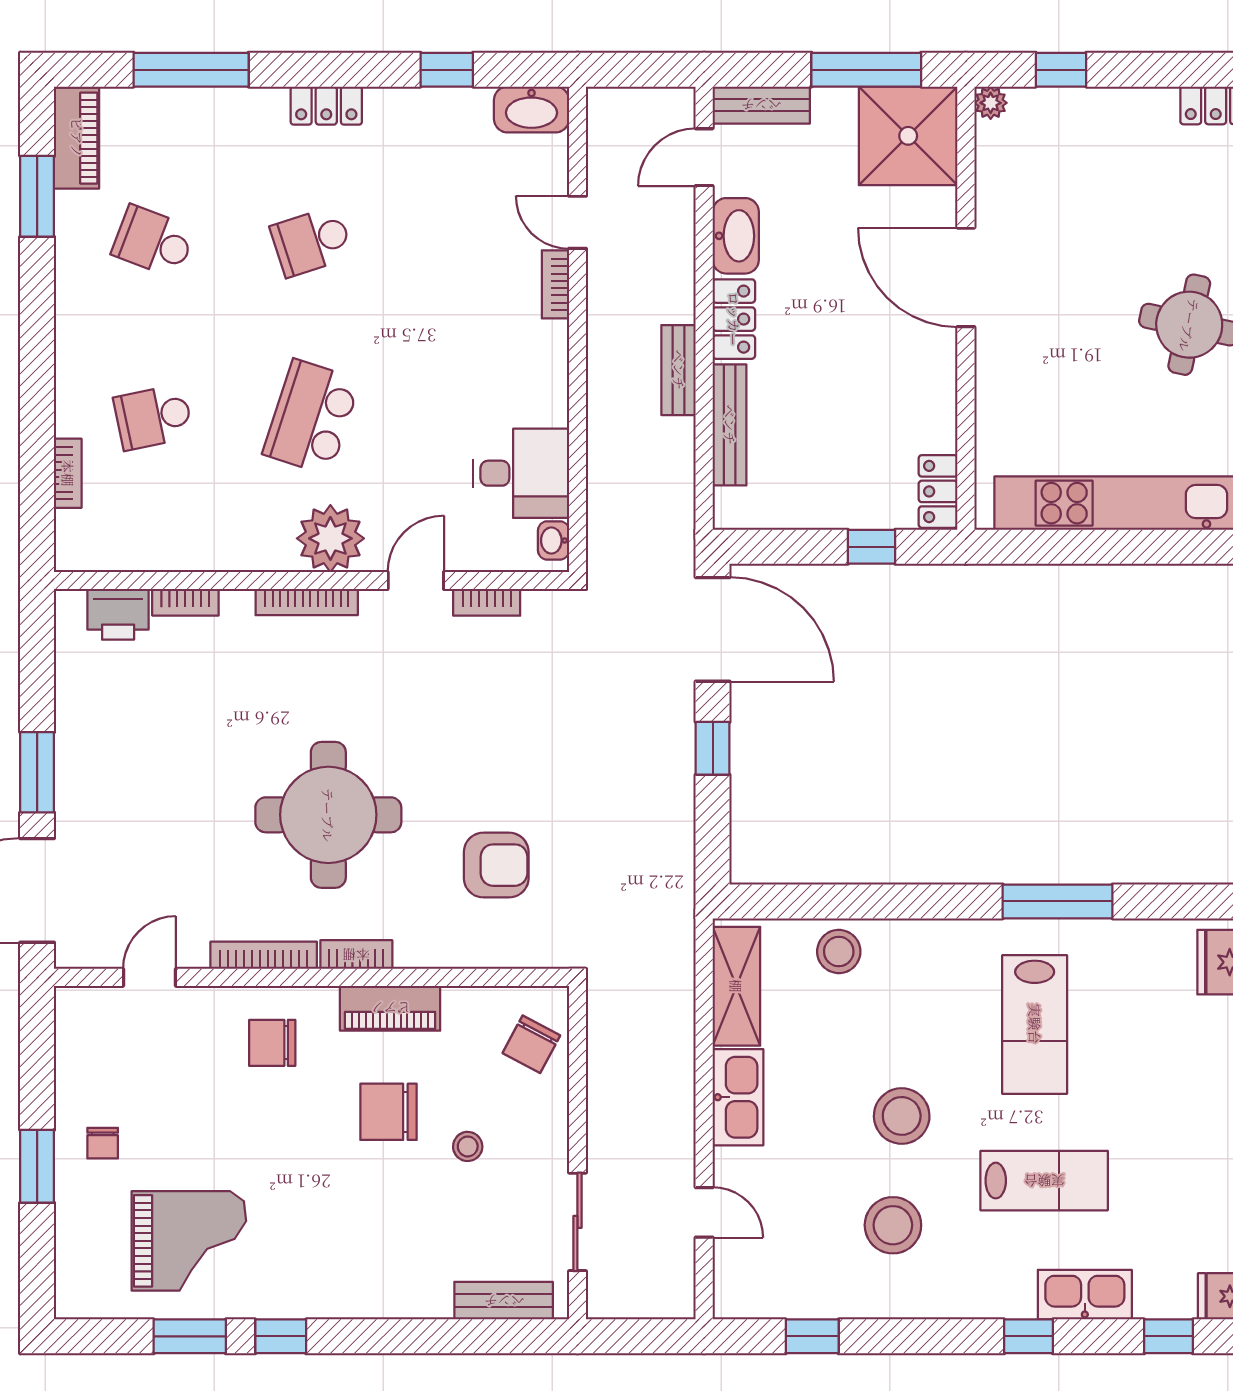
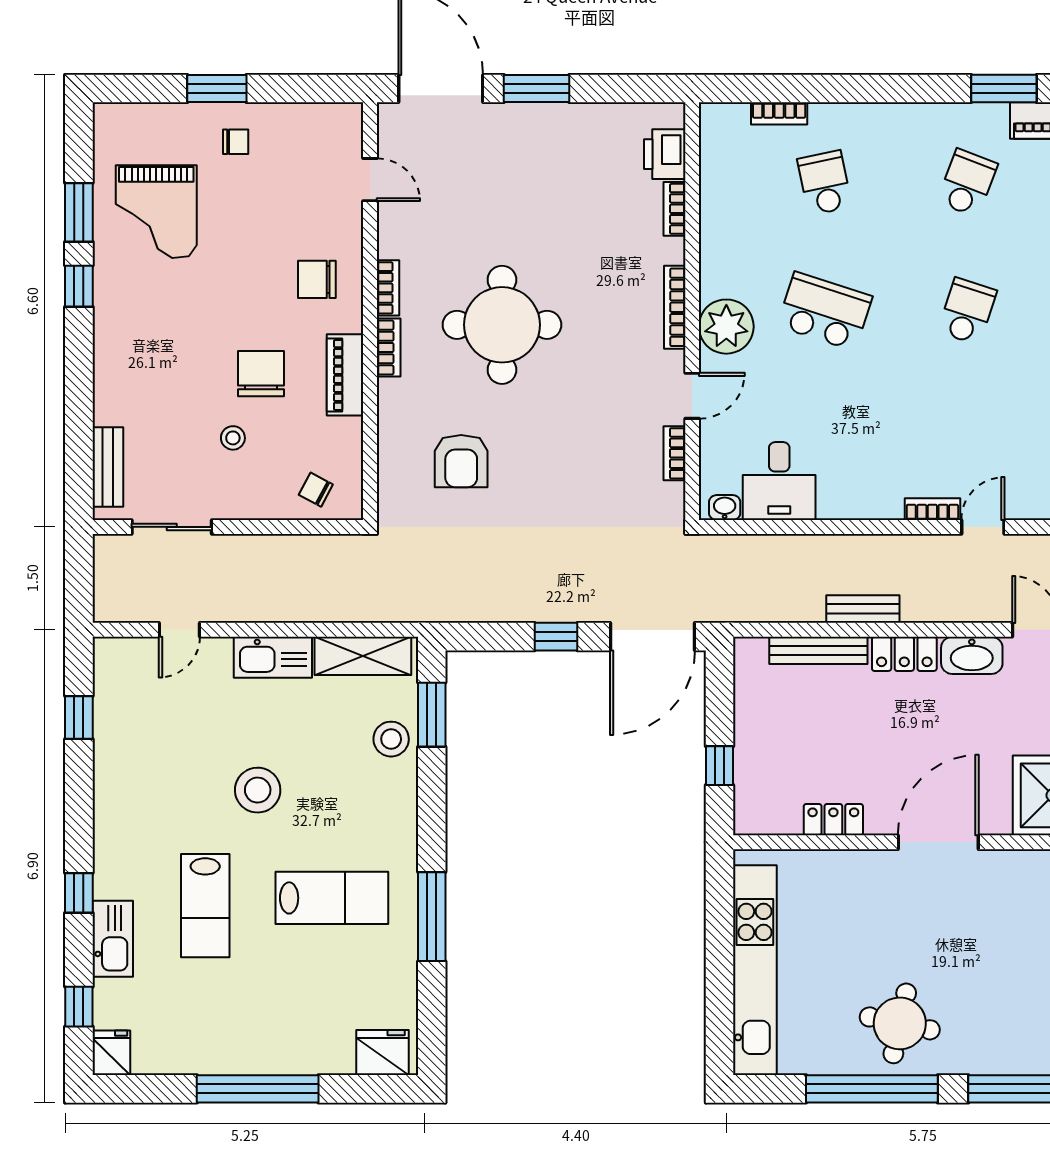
school desk: (311, 242) -> (967, 311), turned 36
locker: (938, 491) -> (833, 820), moved
door: (416, 581) -> (692, 396), hinge flipped
window: (809, 901) -> (432, 715), added
bookcase: (264, 955) -> (388, 288), width x0.64
lab bench: (1035, 1024) -> (332, 898), turned 180
chair: (272, 1043) -> (317, 279), turned -90
chair: (531, 1044) -> (316, 490), width x0.73, depth x0.73
chair: (103, 1143) -> (236, 142), turned 180
stool: (893, 1225) -> (169, 783), removed

